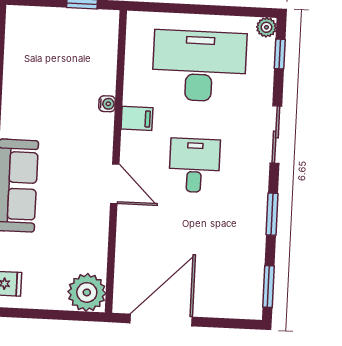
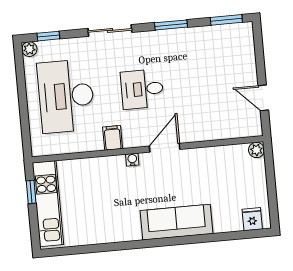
kitchen unit: (64, 23) -> (48, 204), added
water cooler: (107, 104) -> (132, 160), moved
plant: (87, 292) -> (256, 150), width x0.53, depth x0.53
door: (161, 320) -> (263, 98), width x0.53

